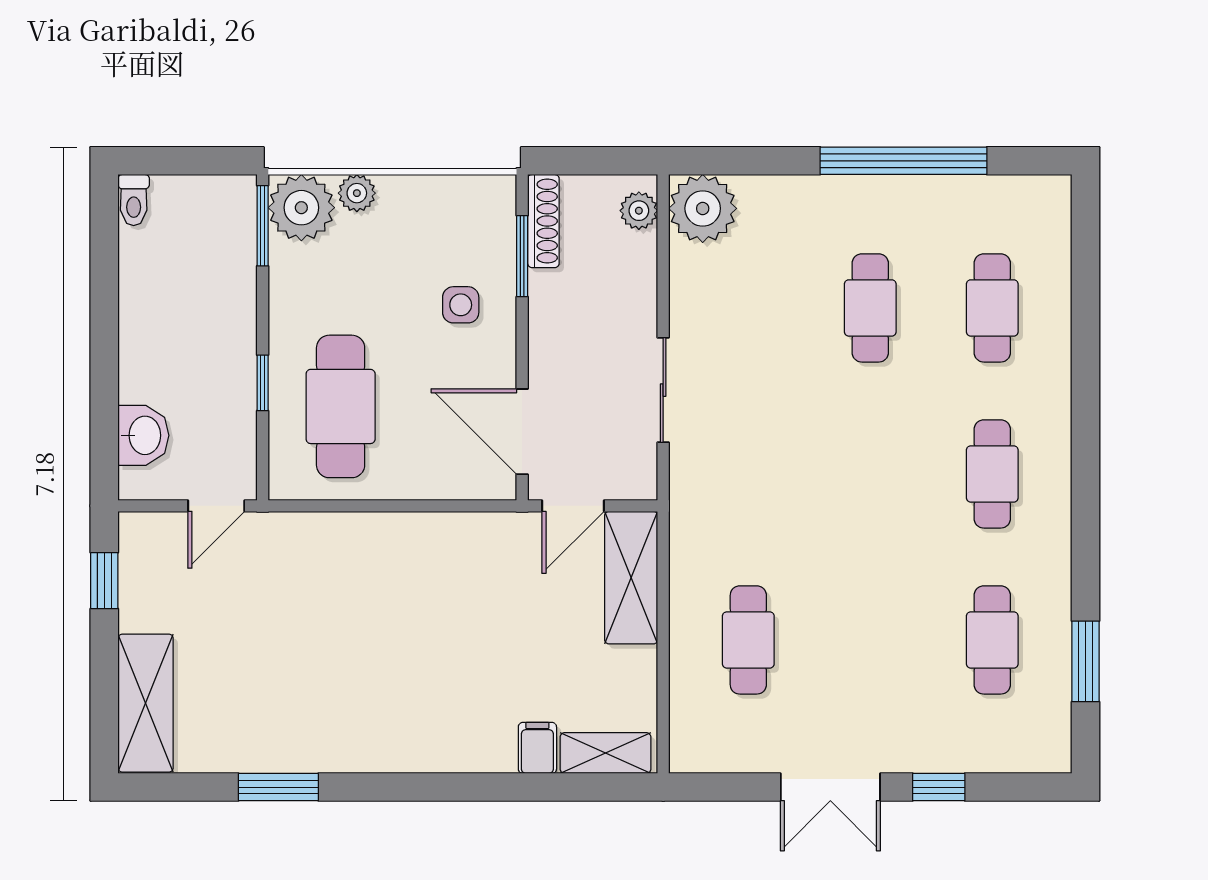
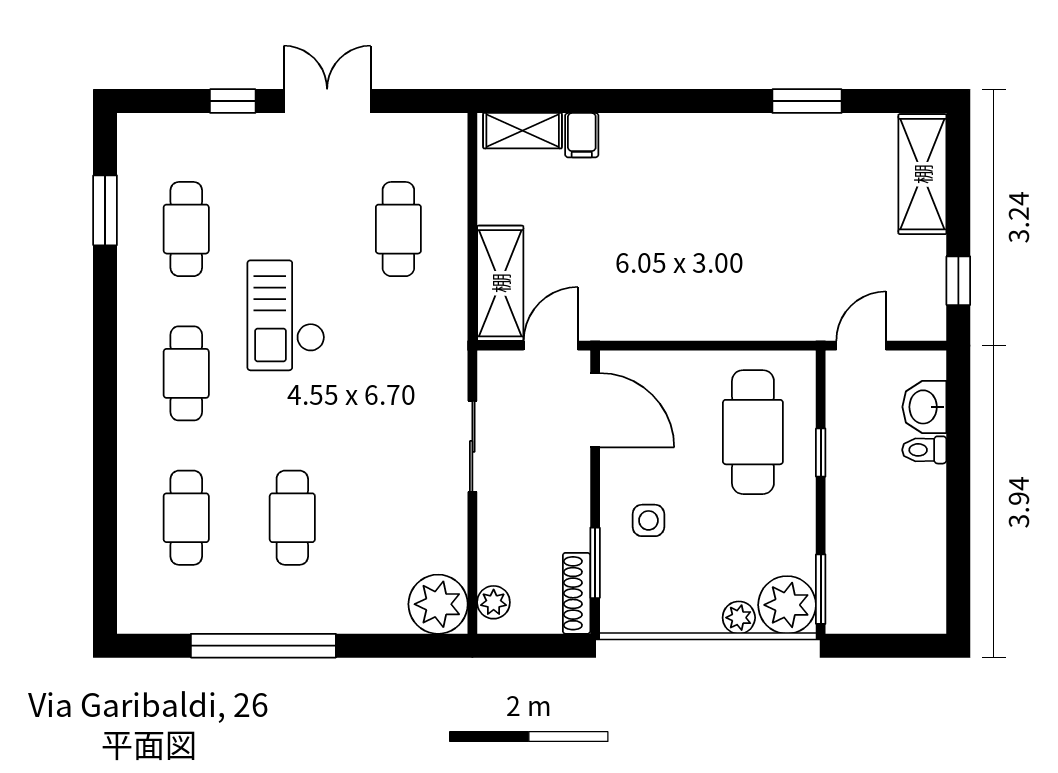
toilet: (134, 200) -> (924, 450), moved, turned -90
checkout: (878, 541) -> (286, 315), added

